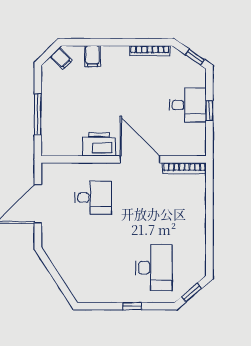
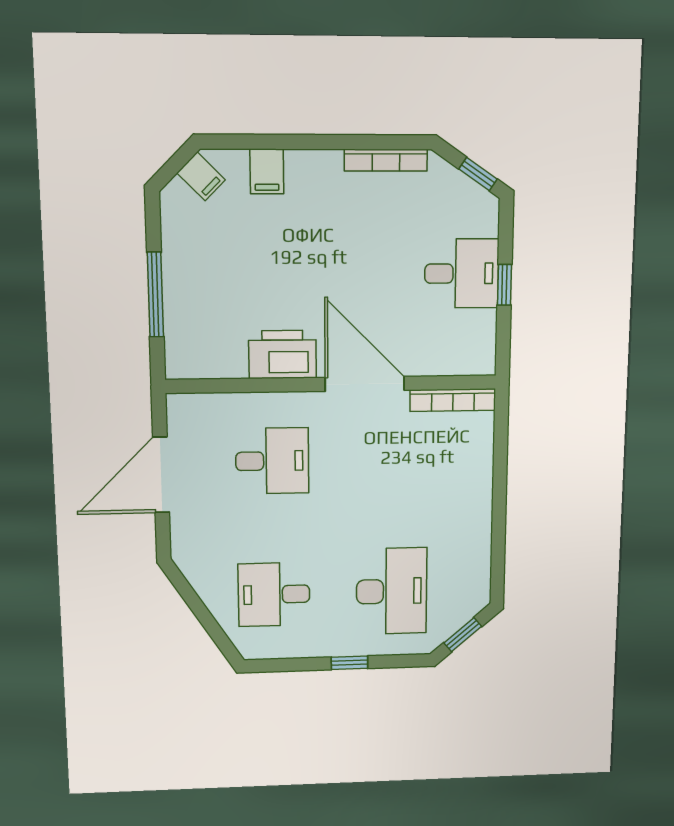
desk: (93, 268) -> (274, 594), added

